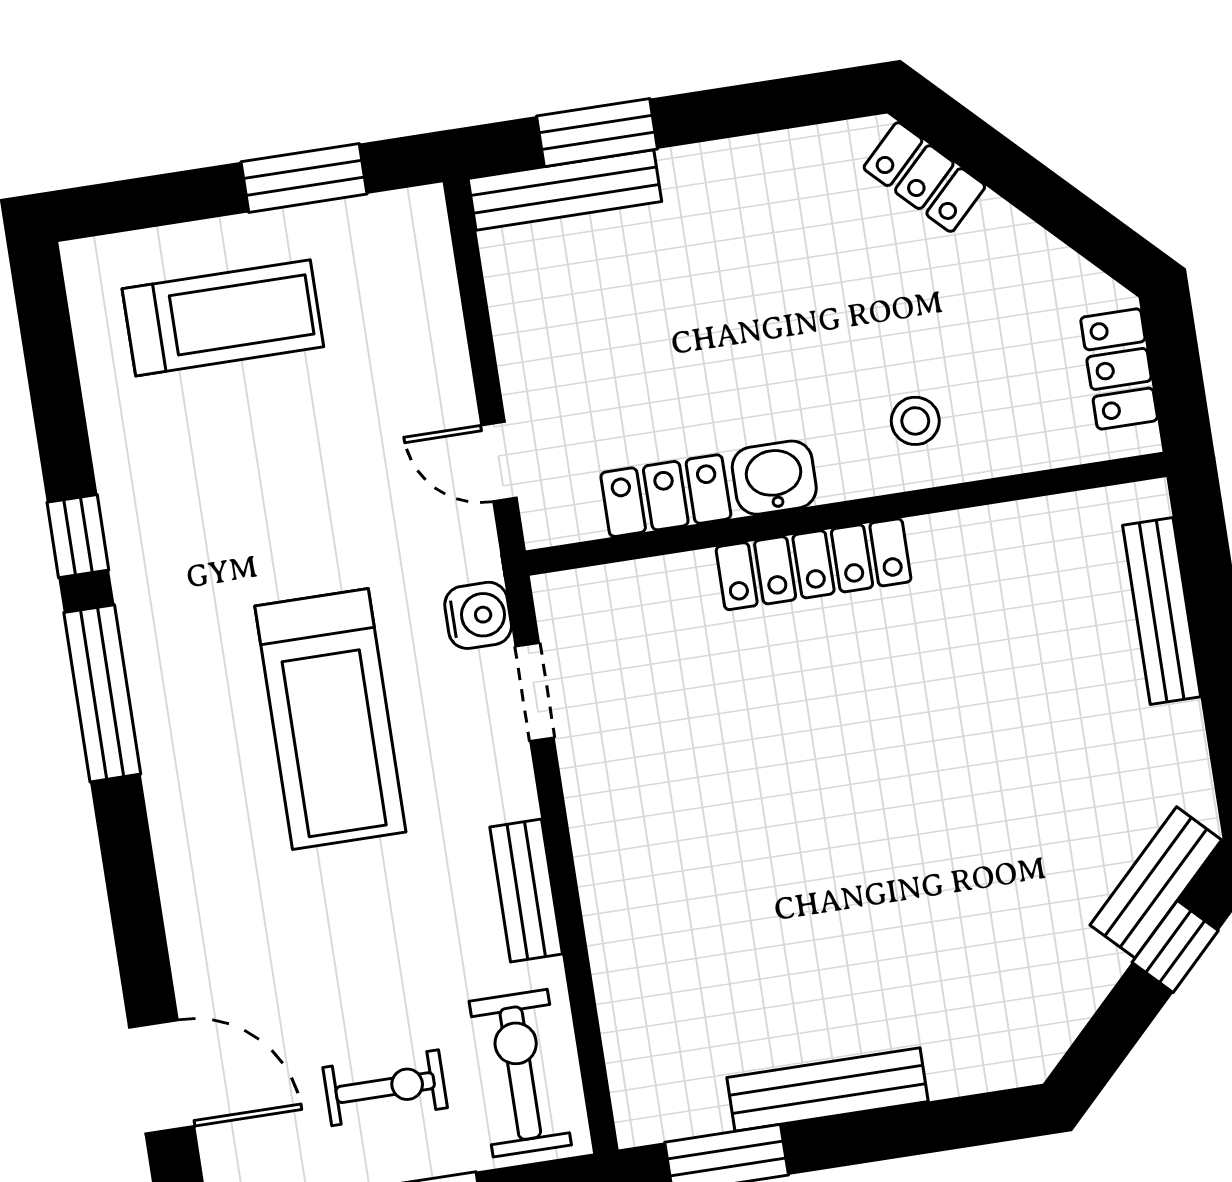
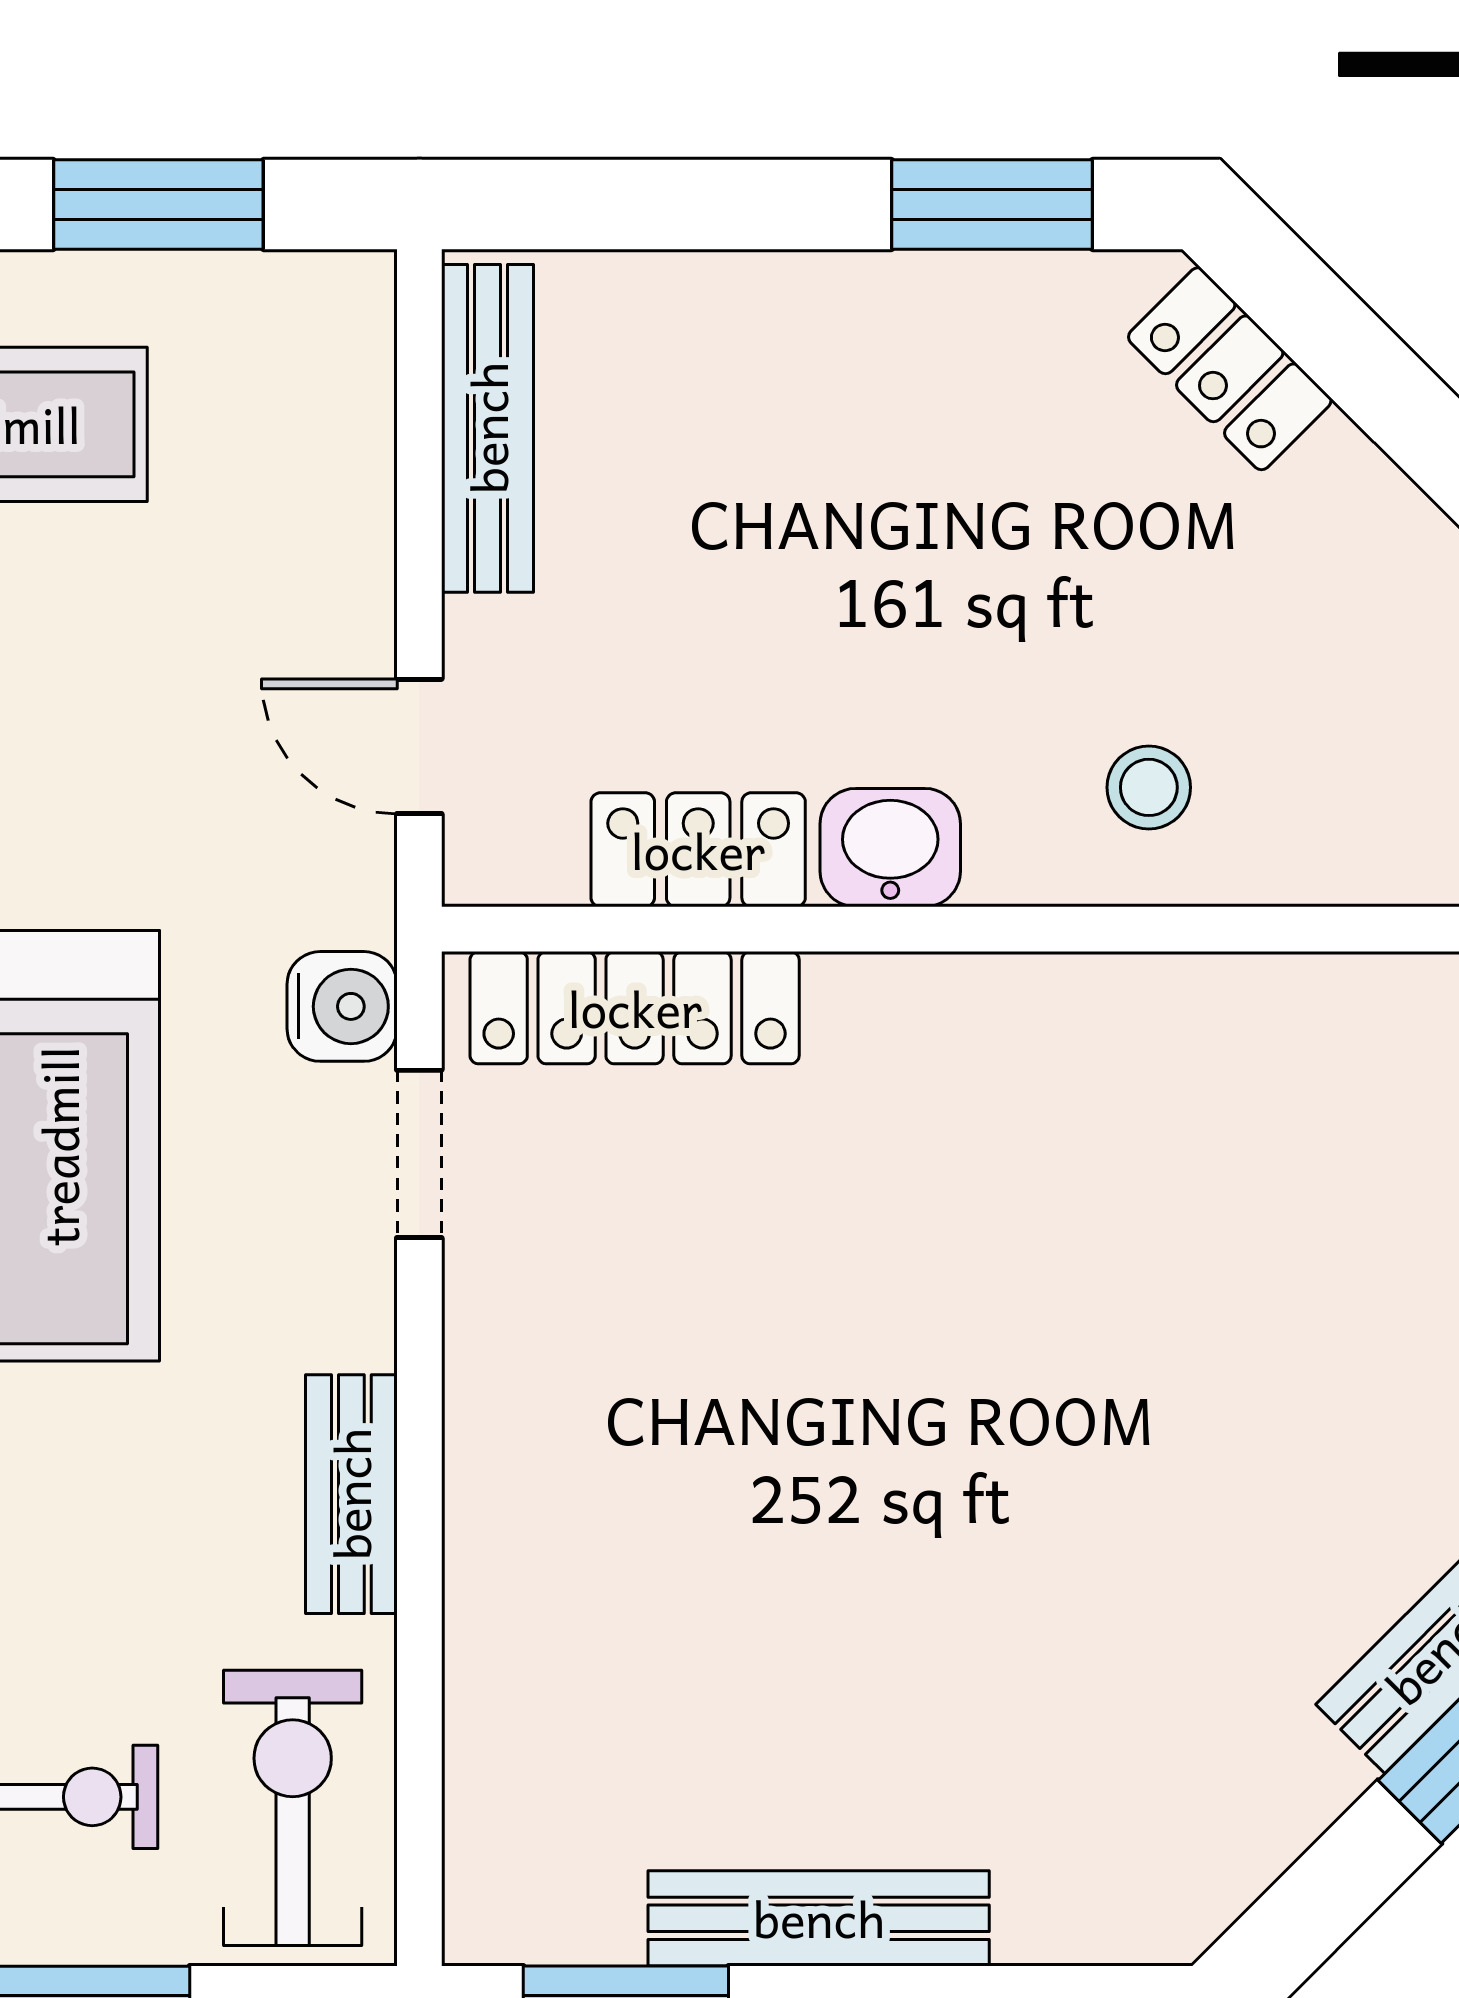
window: (597, 133) -> (992, 204), moved
bench: (565, 190) -> (488, 428), moved, turned 90
locker: (814, 564) -> (635, 1008), moved

